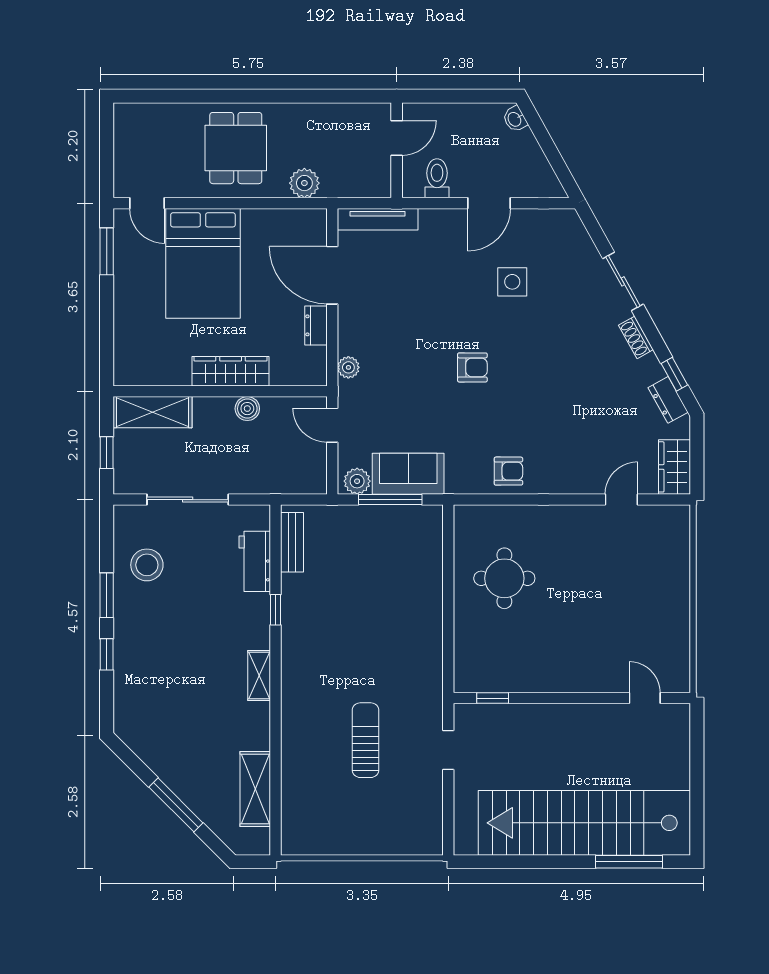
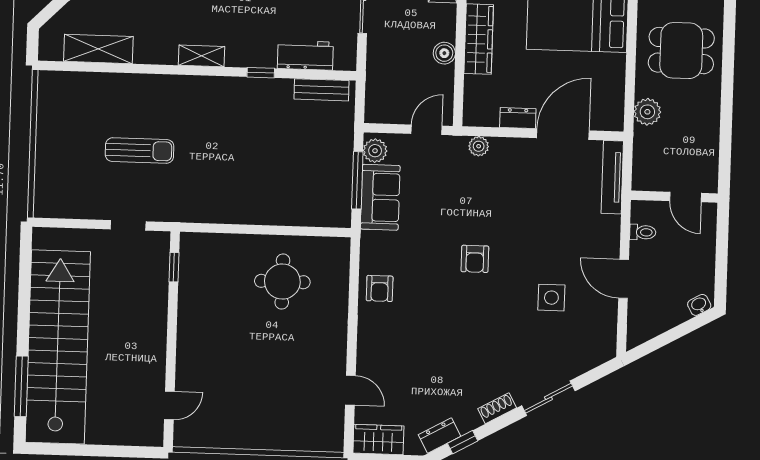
toilet: (437, 178) -> (643, 232), width x0.73, depth x0.72

